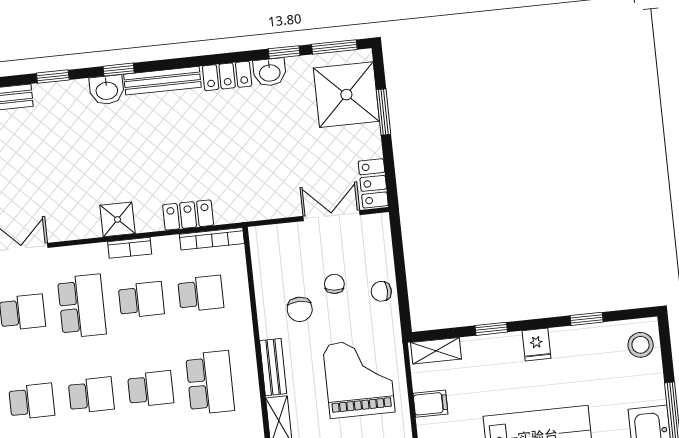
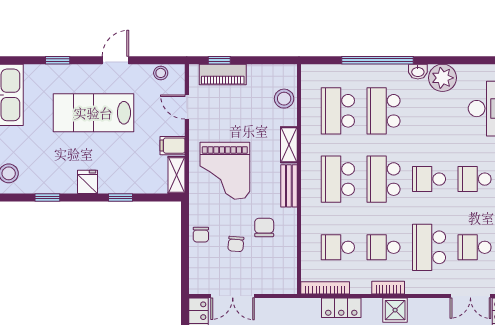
chair: (381, 291) -> (201, 235), turned 90
shelving: (436, 351) -> (177, 175), moved, turned 90
school desk: (151, 389) -> (383, 179), width x1.85

